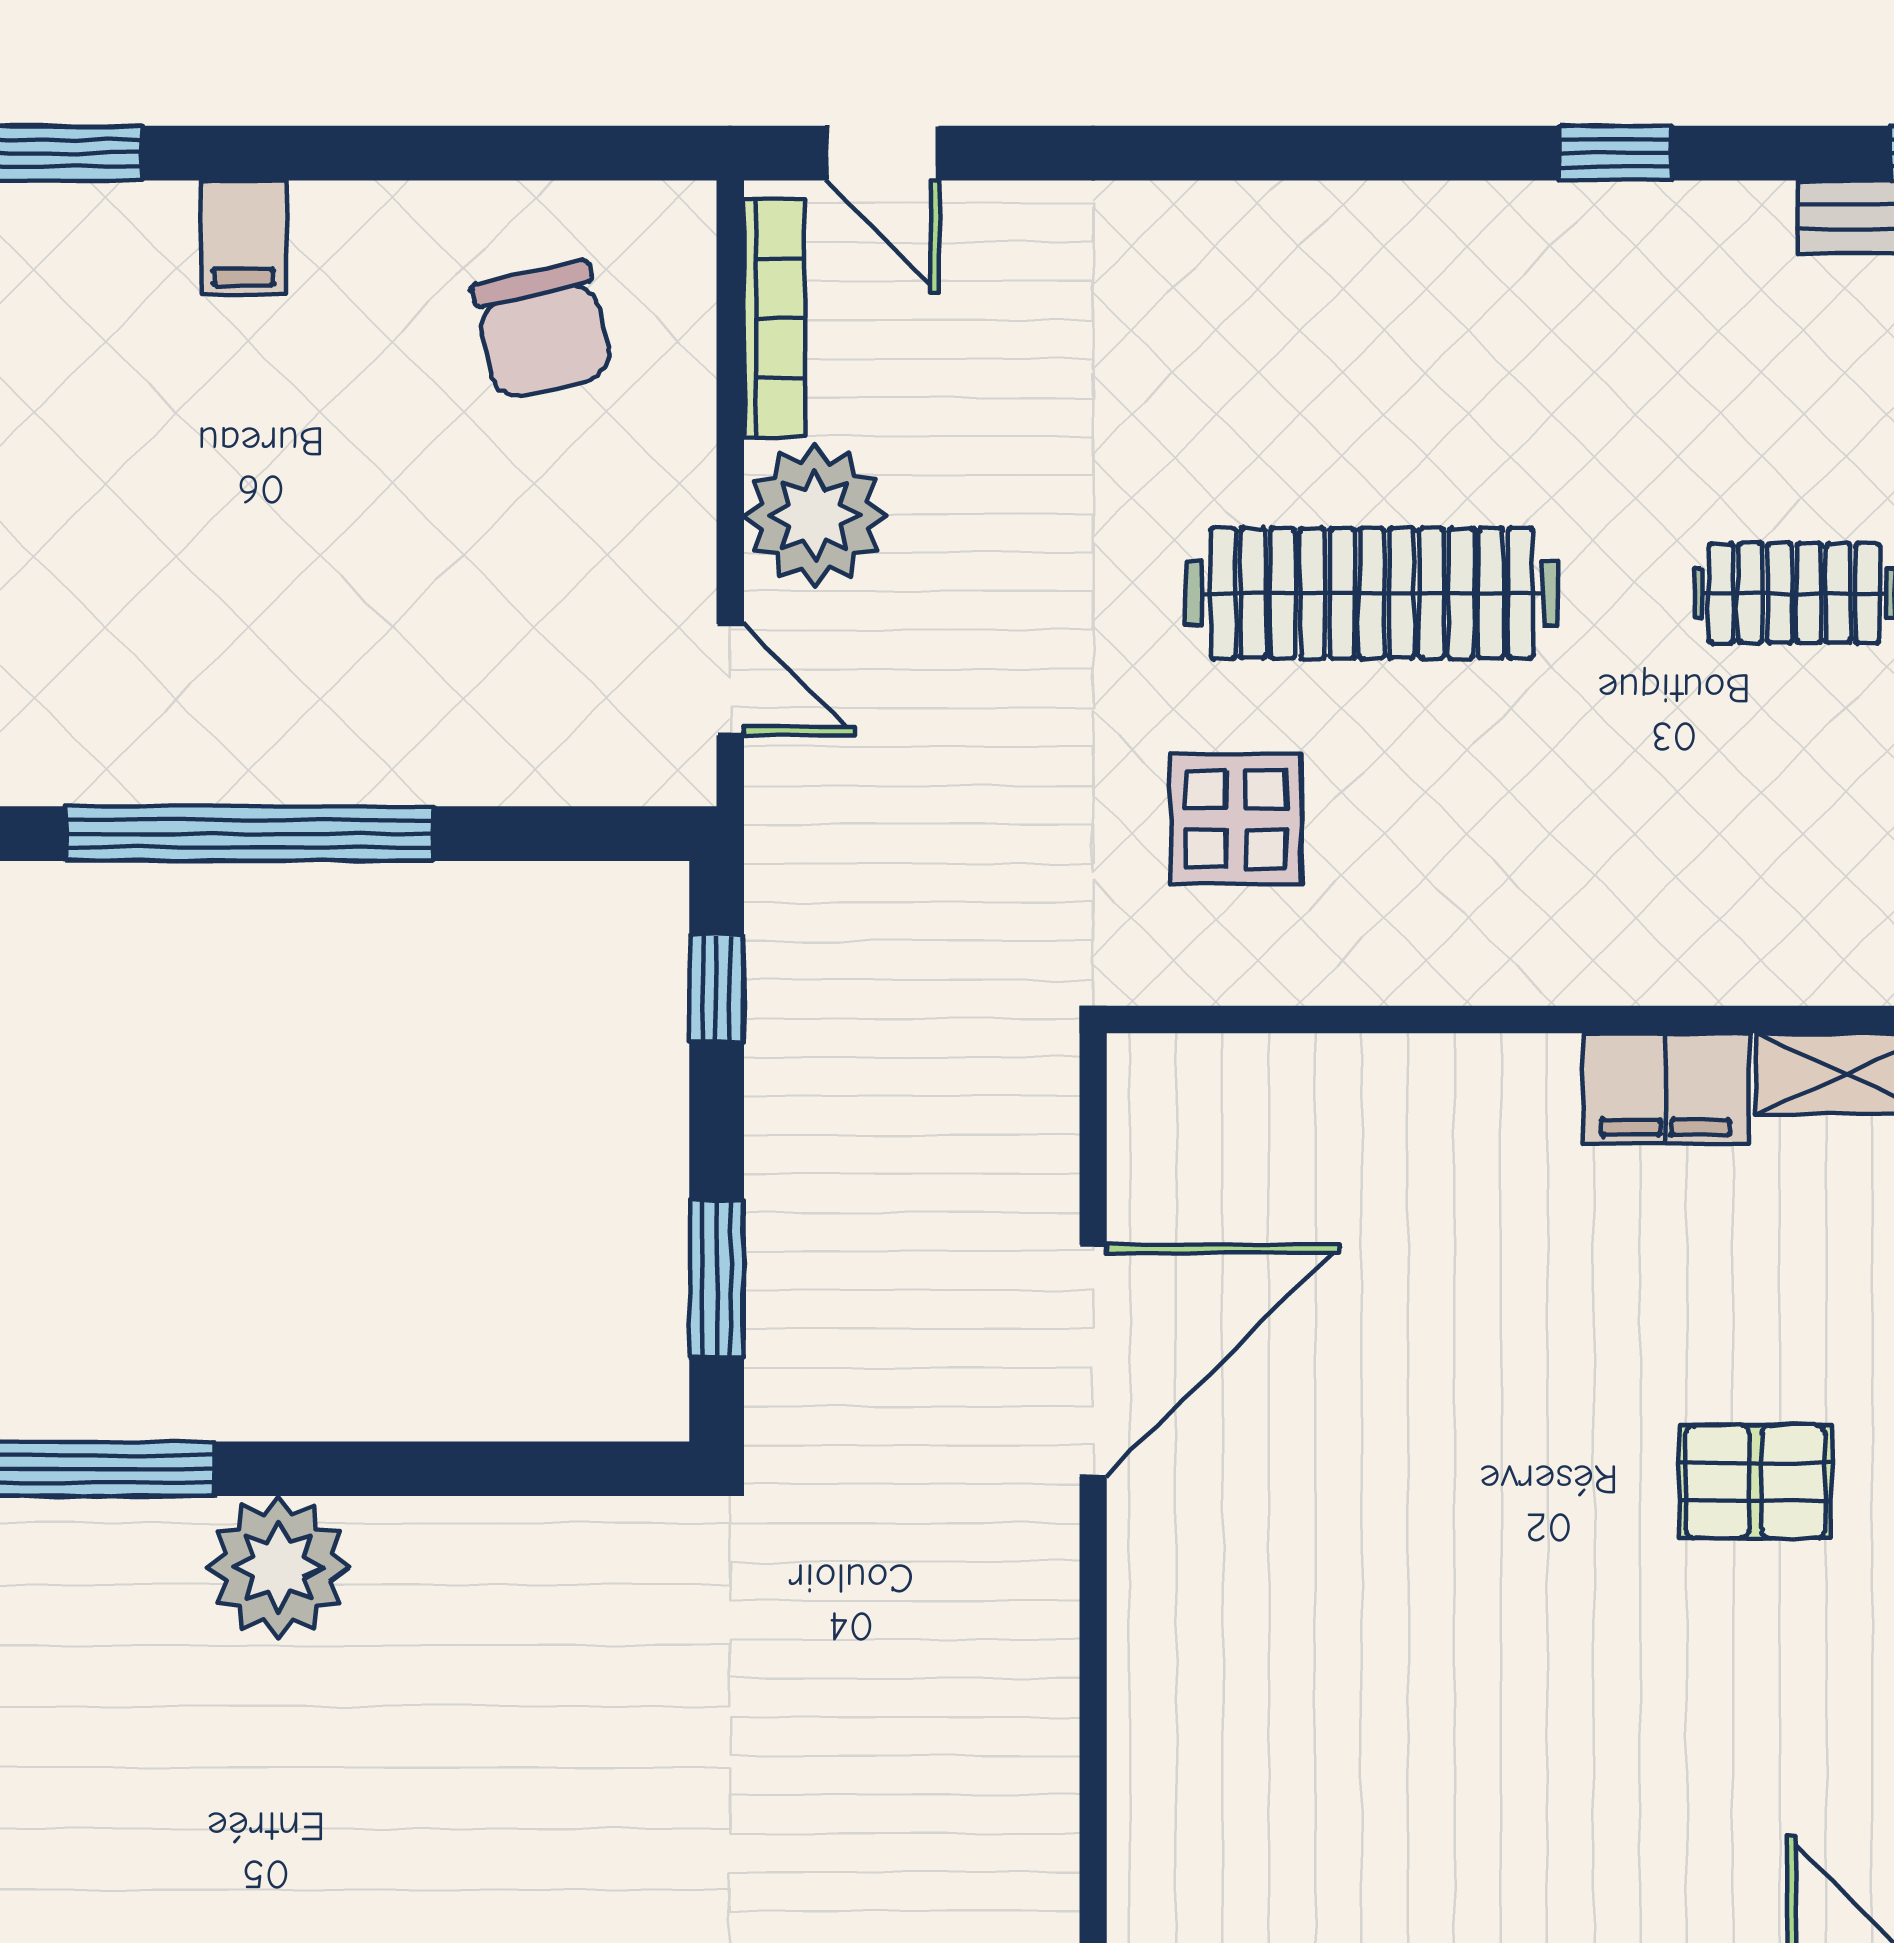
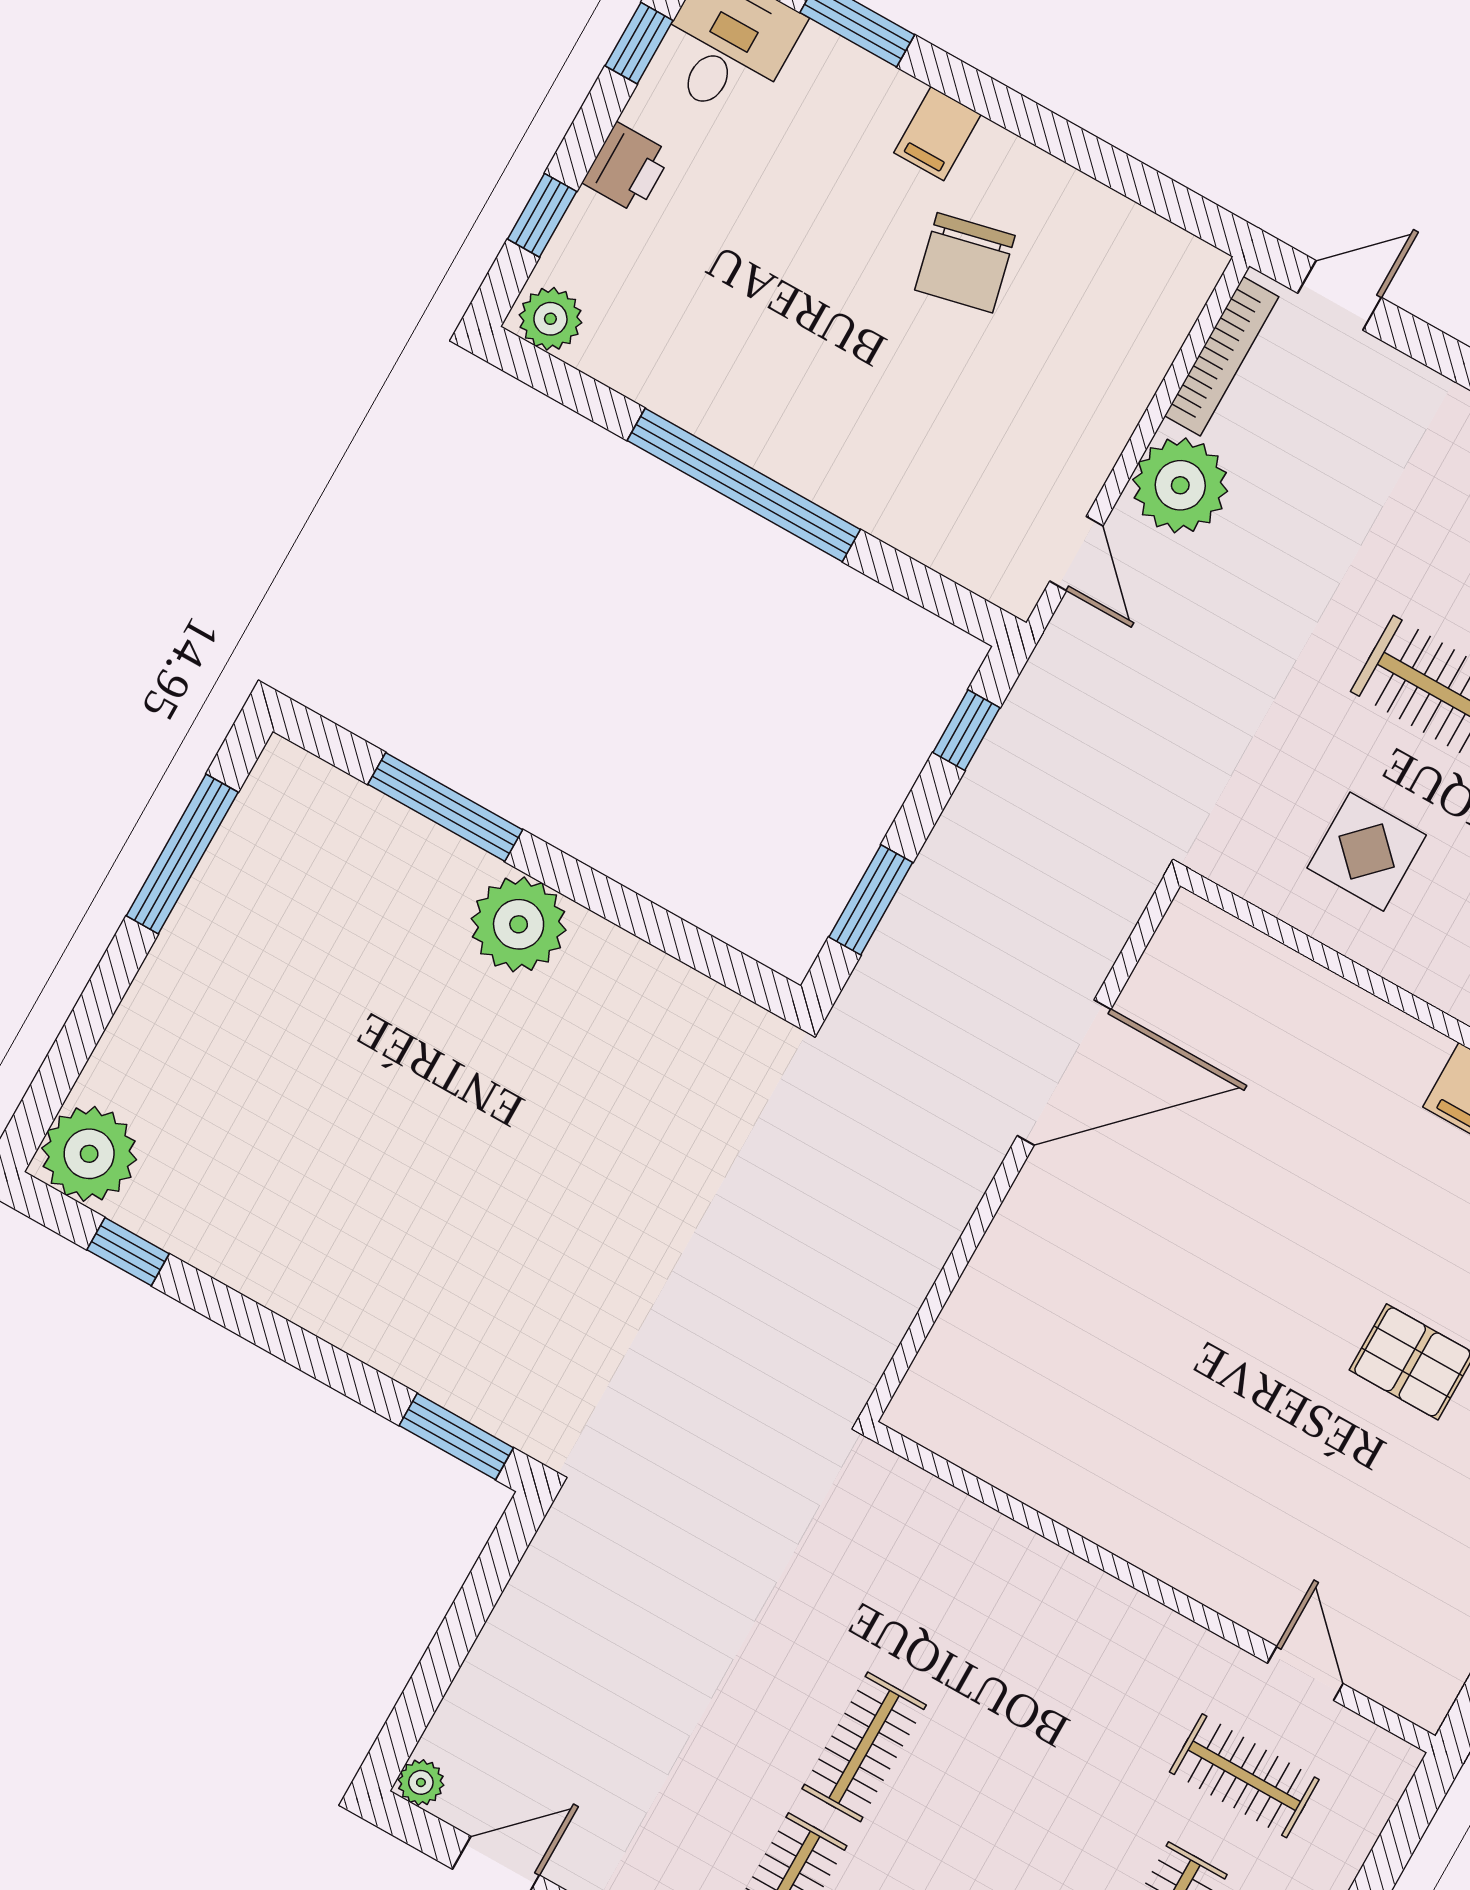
door: (882, 153) -> (1339, 295), swing flipped
chair: (542, 330) -> (965, 263), moved
display table: (1236, 819) -> (1367, 852), moved

